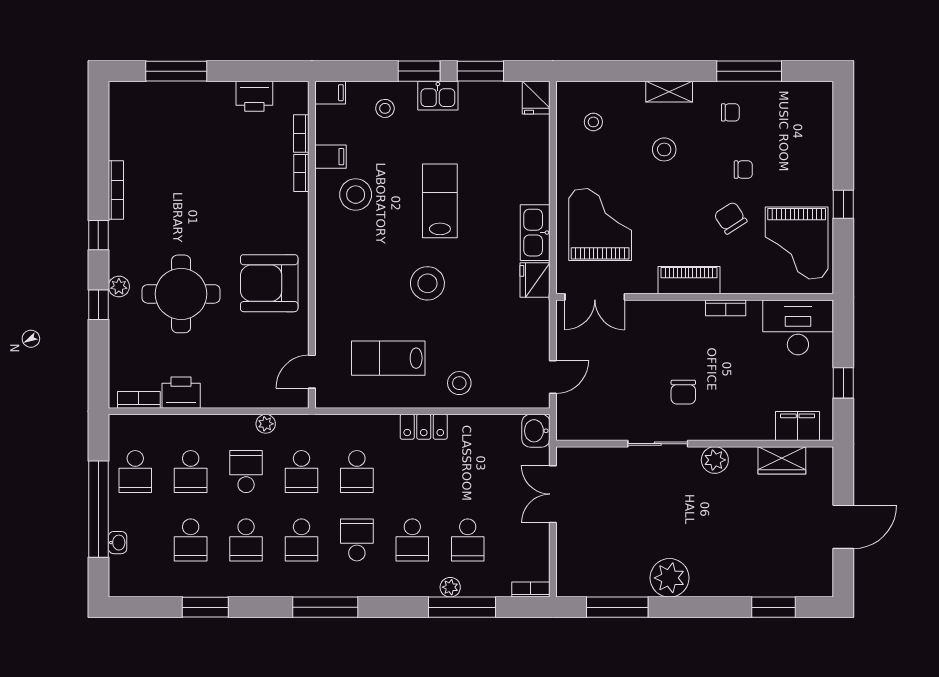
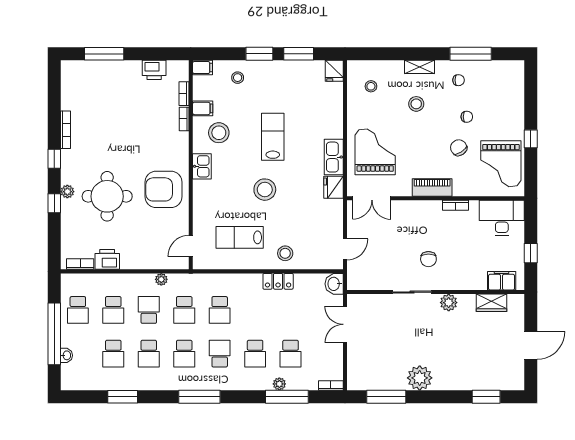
kitchen sink: (438, 96) -> (202, 166), moved, turned -90
locker: (424, 427) -> (278, 281), moved

